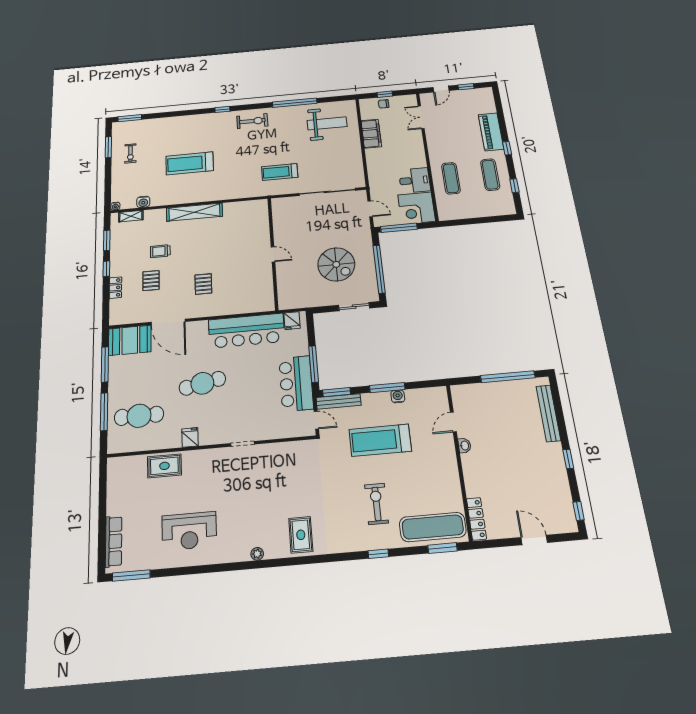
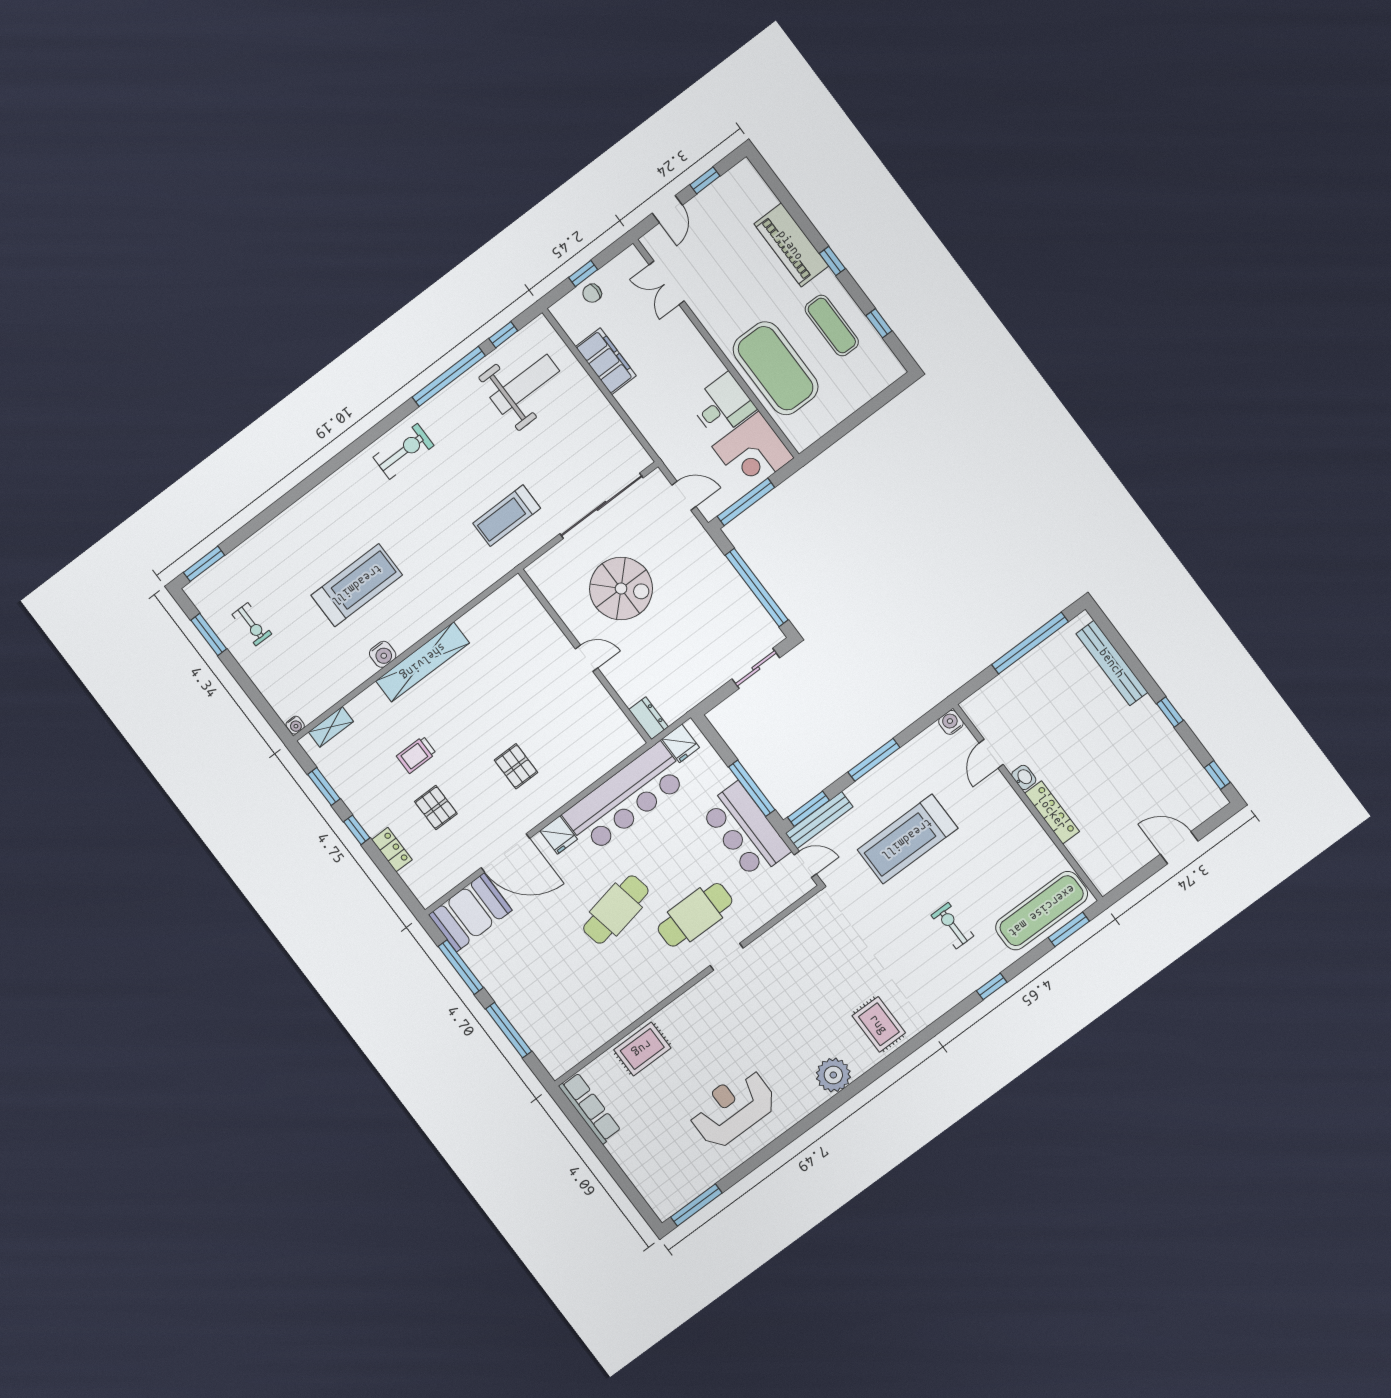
window: (222, 109) -> (503, 335), moved
treadmill: (190, 163) -> (357, 585), turned 180
exercise mat: (451, 178) -> (776, 368), width x2.00, depth x1.45
water cooler: (143, 202) -> (383, 654), moved
spiral stairs: (336, 264) -> (621, 589), moved
dresser: (284, 299) -> (649, 718), added
water cooler: (398, 396) -> (951, 722), moved
cafe table: (139, 416) -> (695, 915), moved
fridge: (190, 437) -> (559, 835), moved, turned 180
exercise bike: (376, 504) -> (952, 926), width x0.73, depth x0.72
locker: (476, 519) -> (1052, 812), moved
reception desk: (189, 531) -> (733, 1108), turned 180
row of seats: (114, 541) -> (590, 1108), moved
plant: (257, 554) -> (833, 1075), width x1.88, depth x1.88

